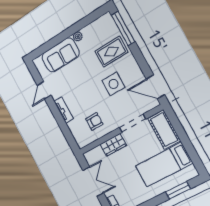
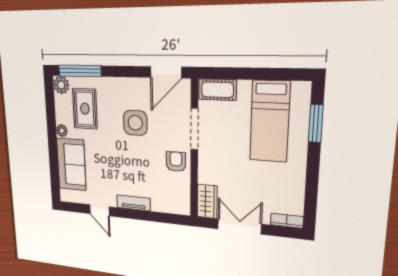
plant: (107, 20) -> (61, 85), added
rug: (111, 52) -> (85, 109), moved
armchair: (94, 121) -> (176, 162), moved
cot: (164, 130) -> (217, 90), width x0.73, depth x0.75
wardrobe: (113, 145) -> (207, 201), moved

